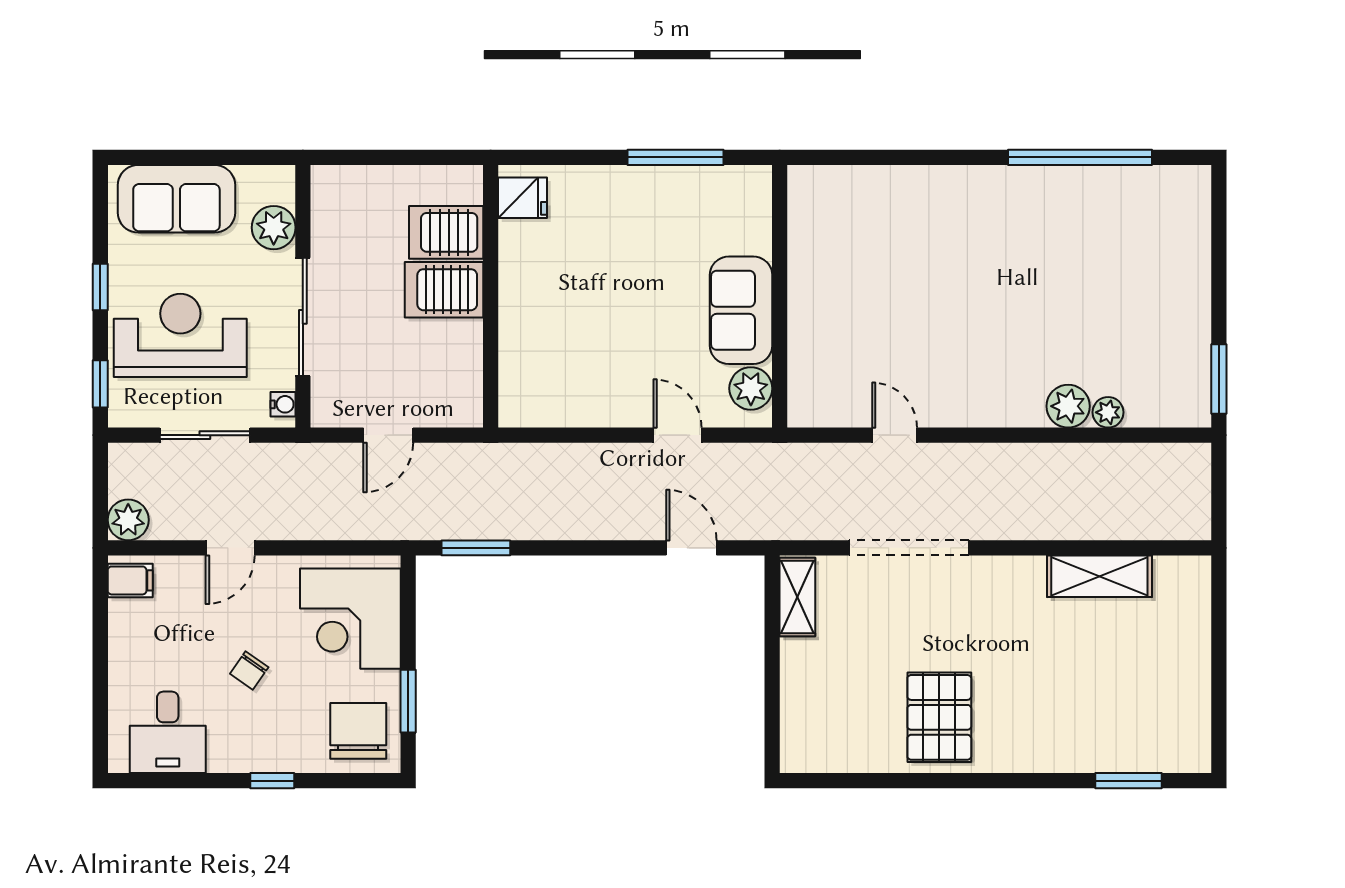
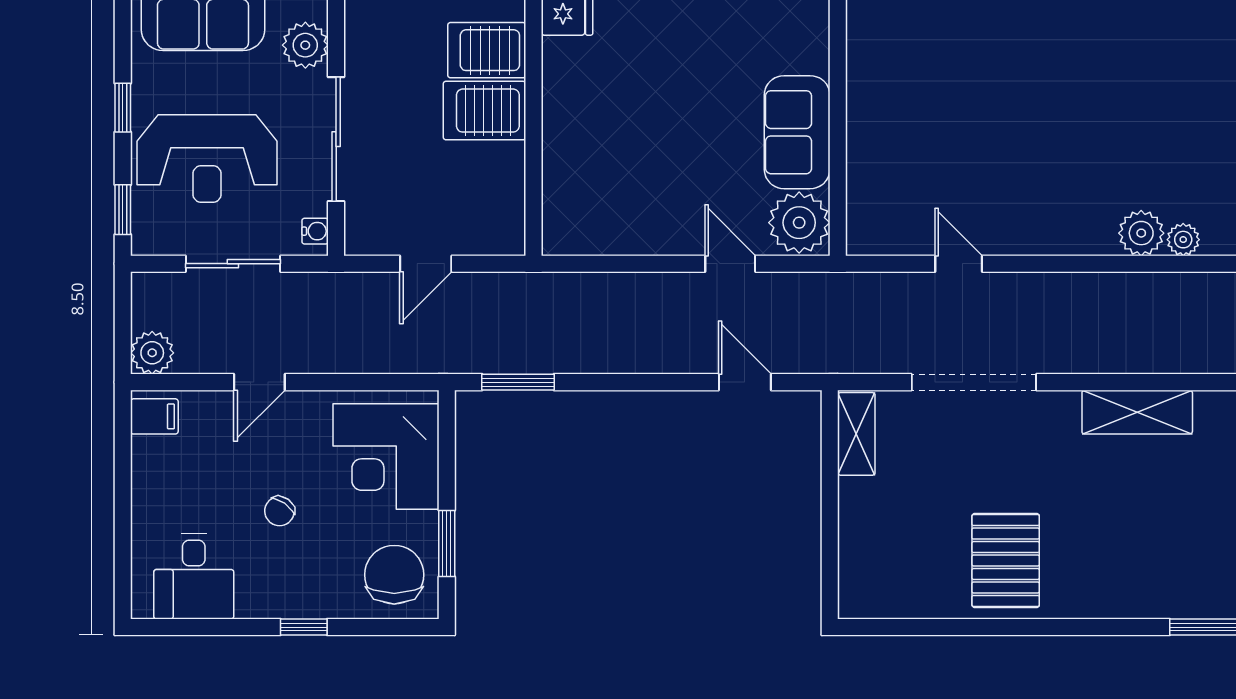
reception desk: (180, 335) -> (207, 159), turned 180
plant: (751, 388) -> (799, 223), width x1.36, depth x1.36
shelving: (1099, 576) -> (1137, 412), moved

